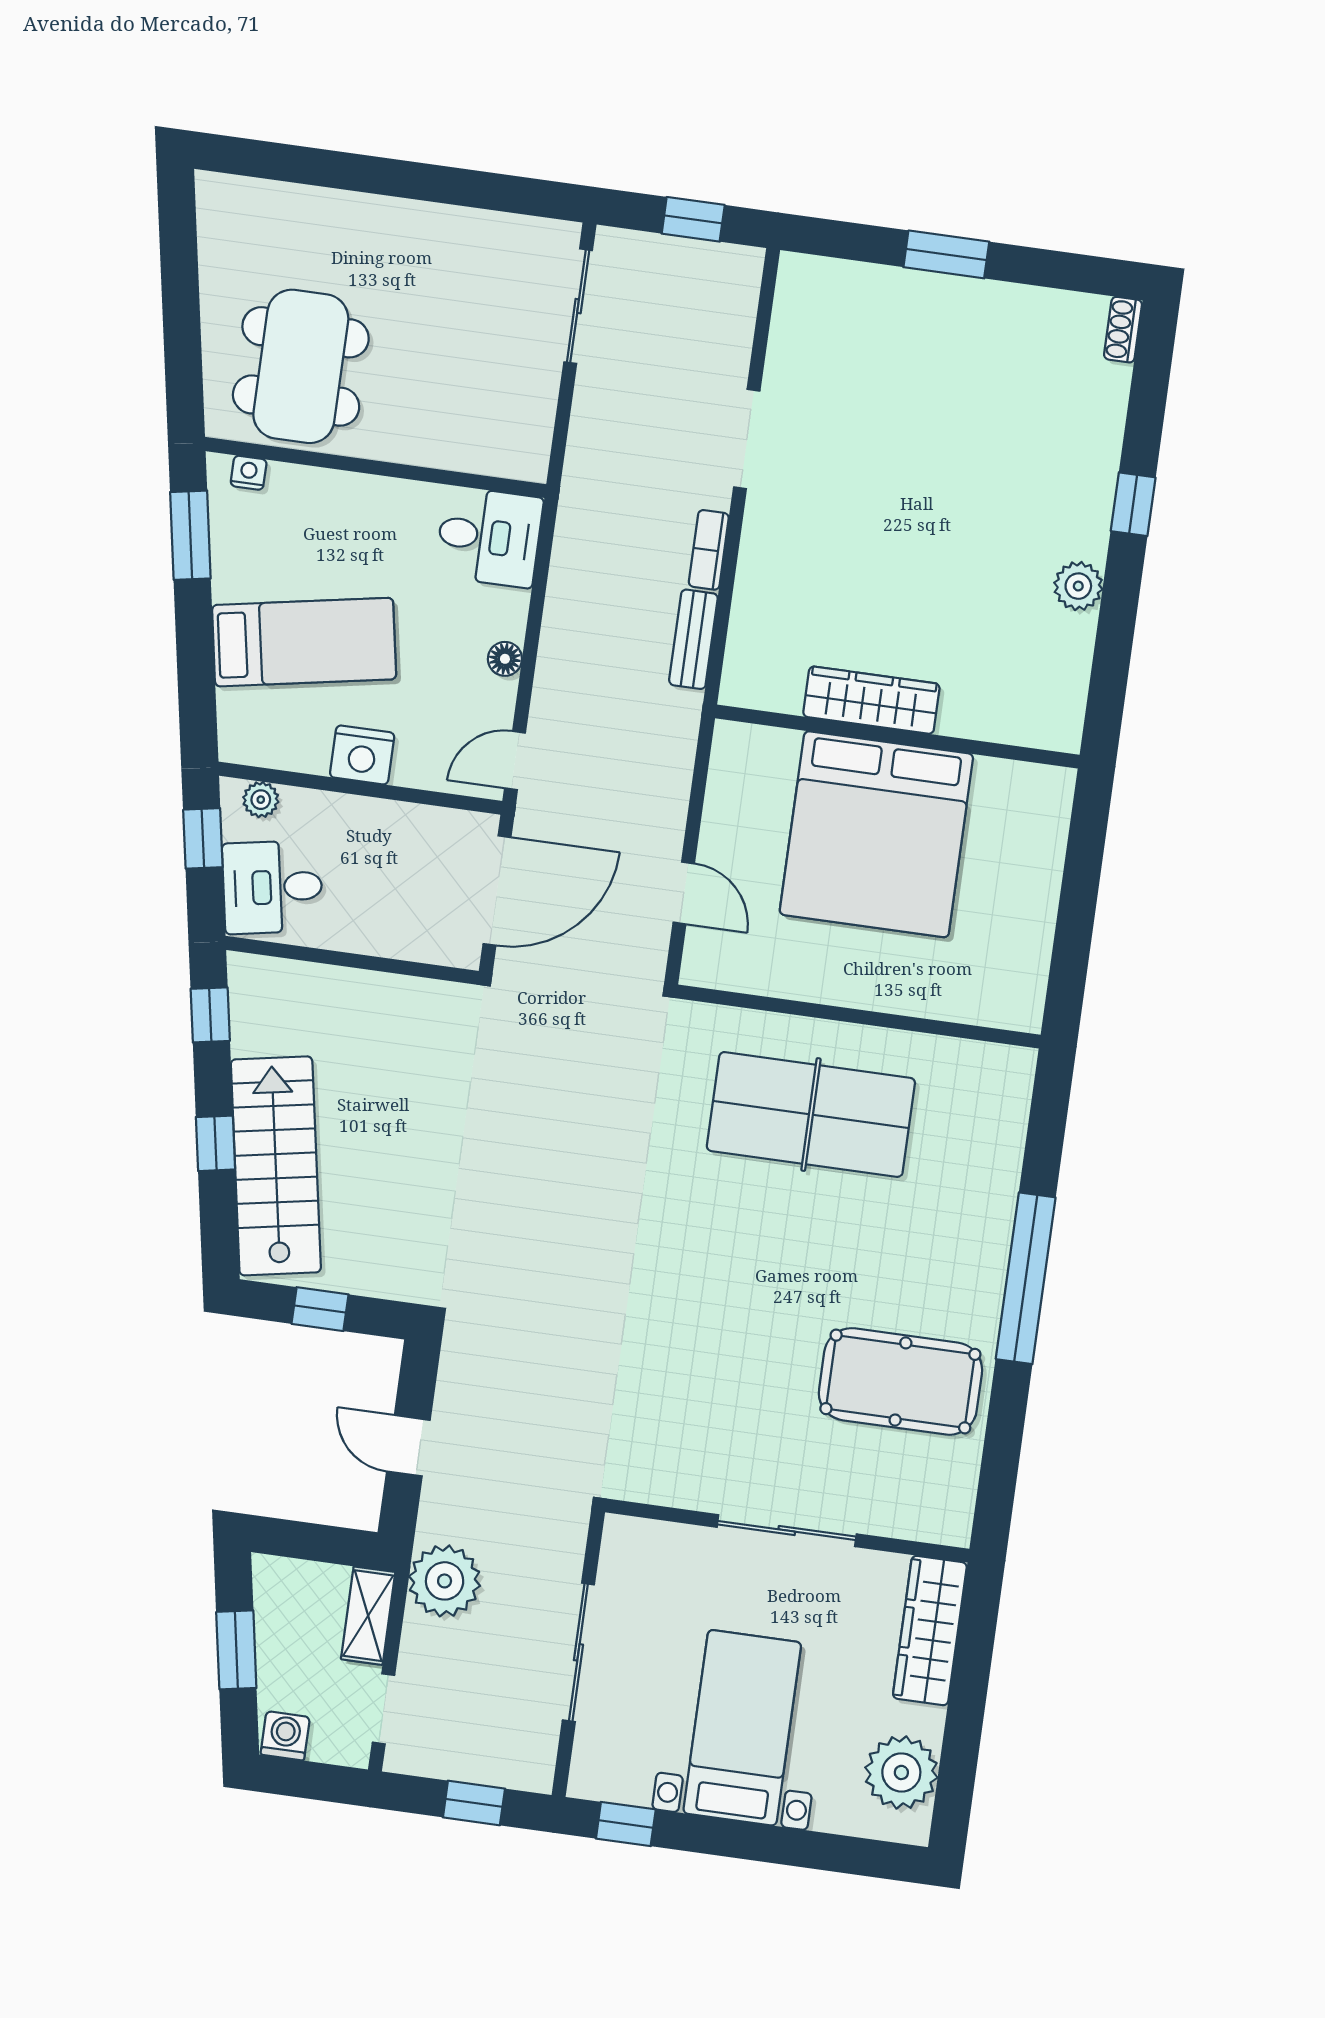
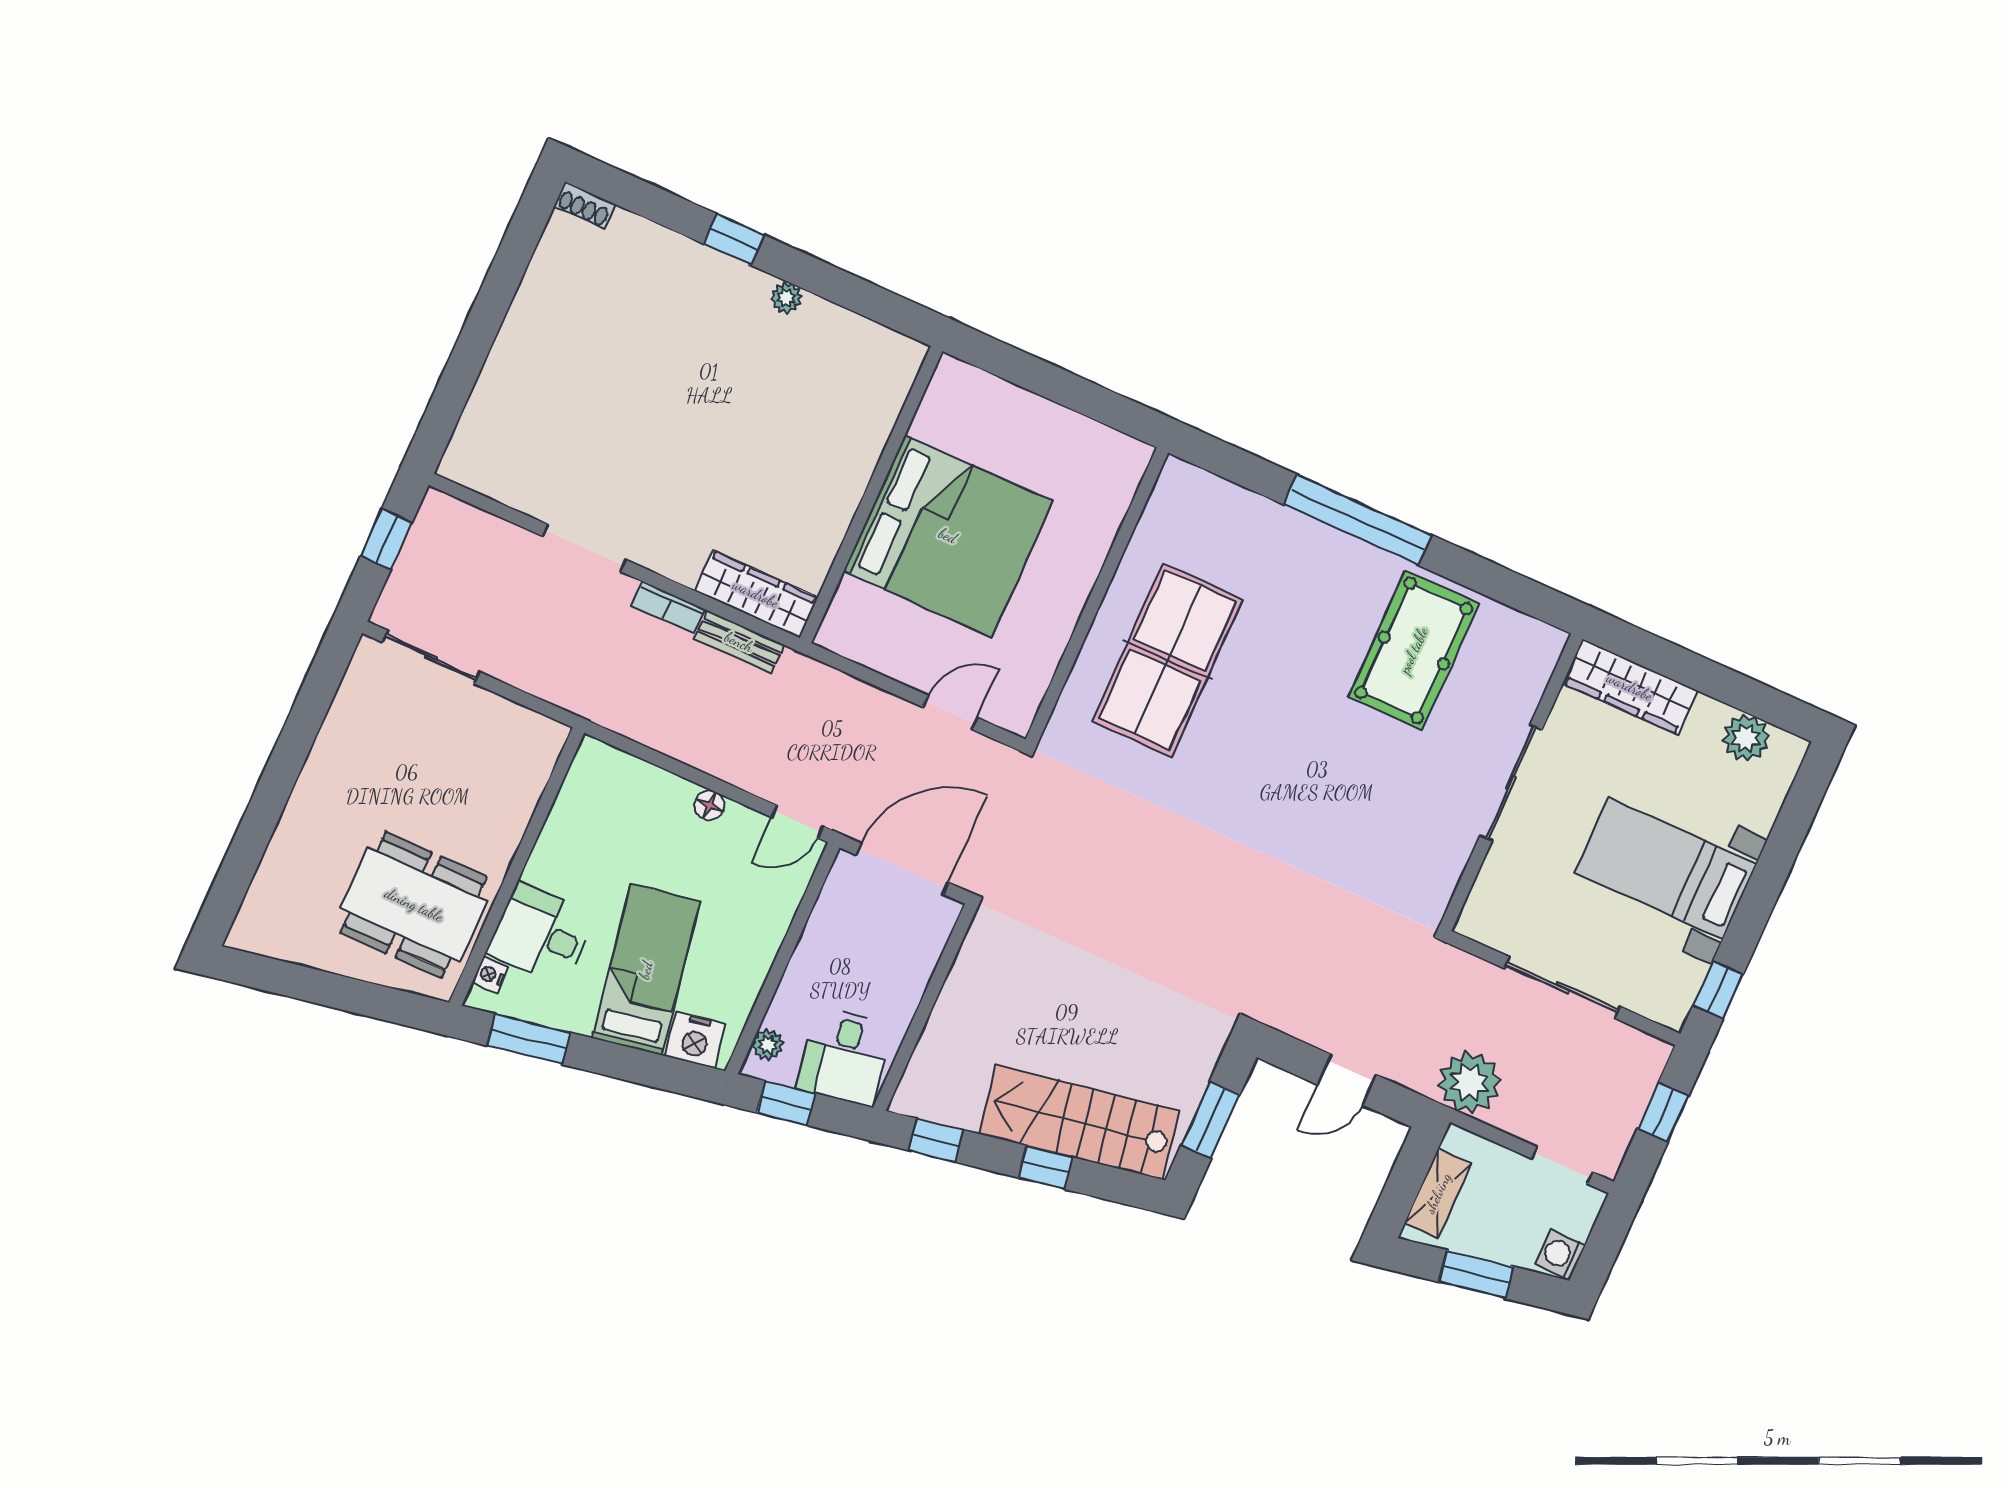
window: (946, 254) -> (478, 335), removed
desk: (489, 537) -> (541, 934), moved, turned -90
plant: (1078, 586) -> (786, 298), width x0.73, depth x0.73
wardrobe: (871, 700) -> (756, 594), moved, turned 90
nightstand: (362, 755) -> (695, 1040), moved, turned 80
door: (515, 760) -> (797, 822), hinge flipped
door: (497, 891) -> (902, 869), hinge flipped
window: (320, 1309) -> (1210, 1120), width x1.50
shelving: (368, 1616) -> (1438, 1193), moved, turned 90
plant: (901, 1772) -> (1746, 738), width x0.73, depth x0.73

